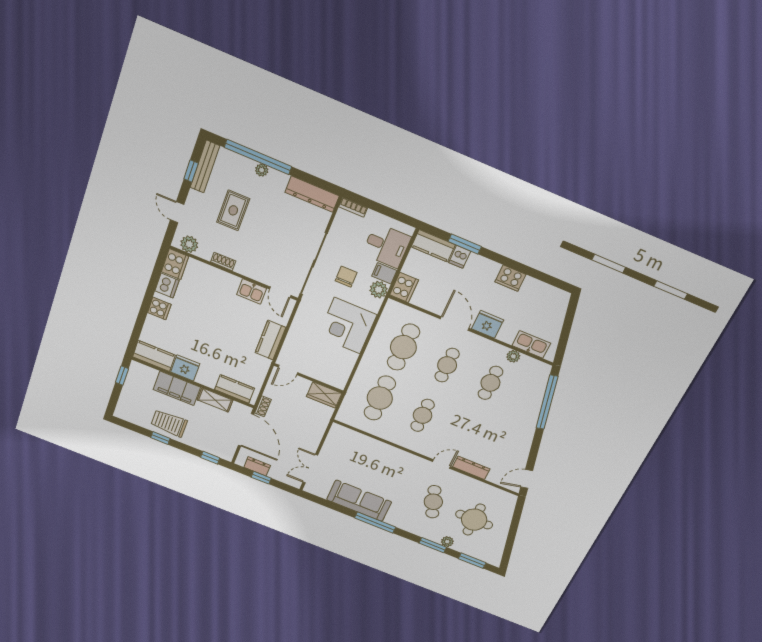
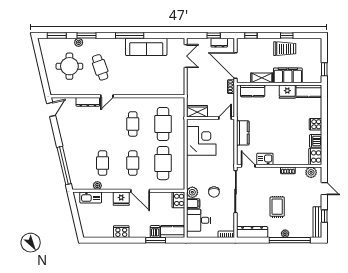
rug: (233, 210) -> (277, 207), moved
corner desk: (347, 326) -> (201, 141), moved

